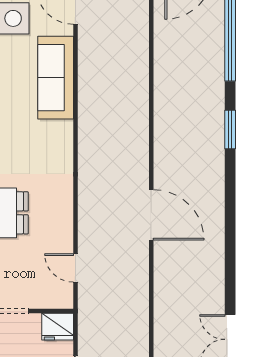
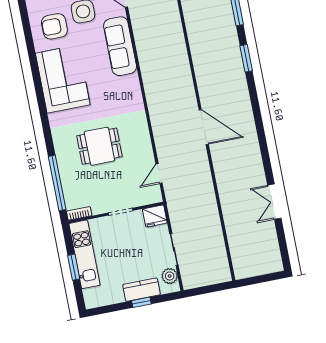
door: (75, 268) -> (159, 174), hinge flipped

